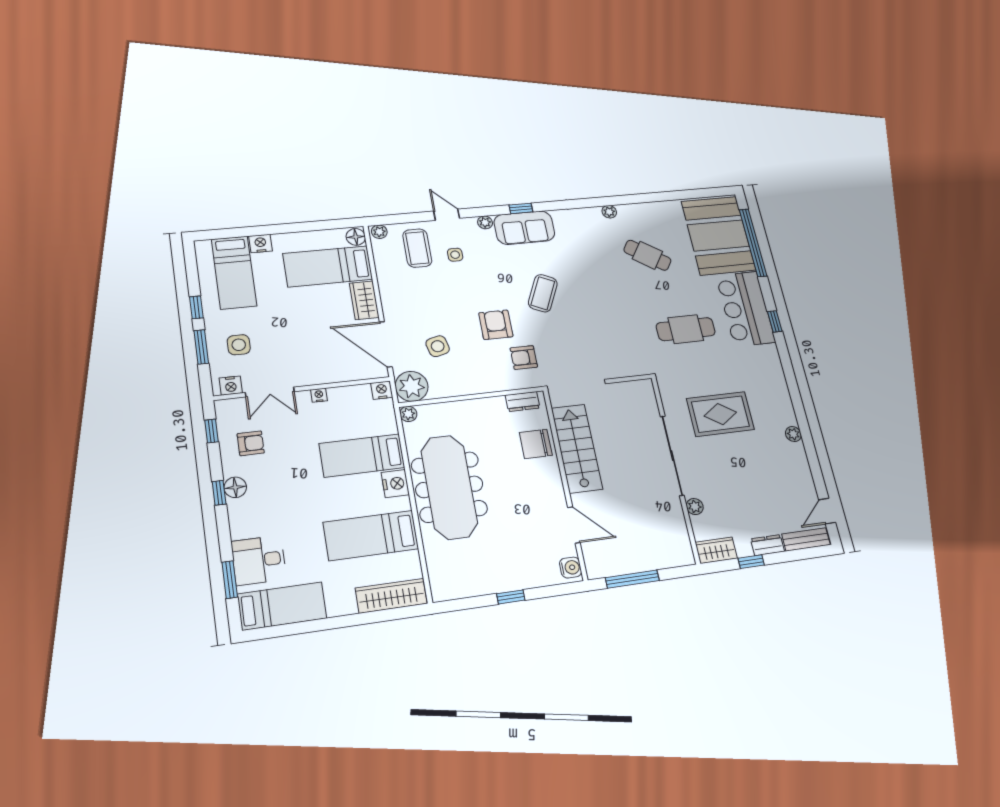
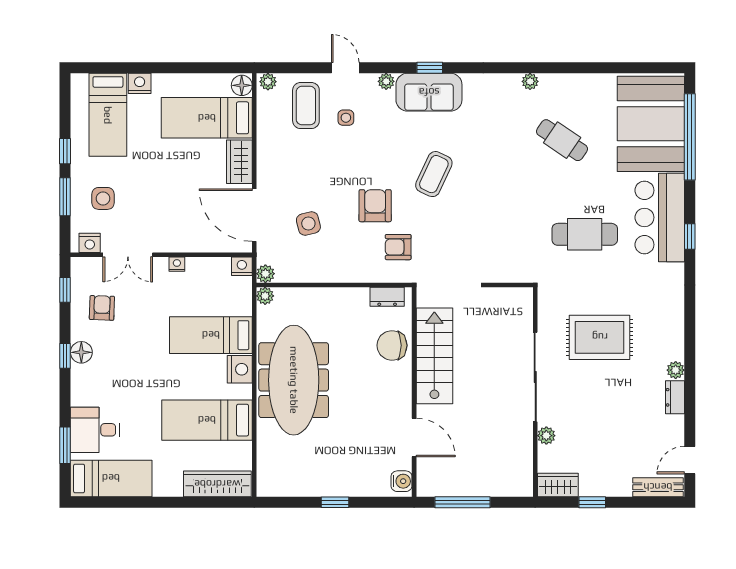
plant: (412, 386) -> (265, 274), width x0.53, depth x0.53
armchair: (251, 443) -> (102, 308), turned -88
dresser: (768, 545) -> (675, 397), moved, turned -90

